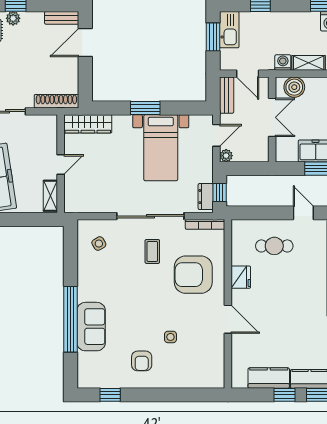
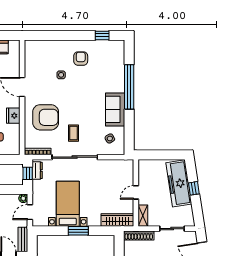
shelving: (50, 196) -> (143, 216), moved
sofa: (91, 327) -> (115, 109), moved

